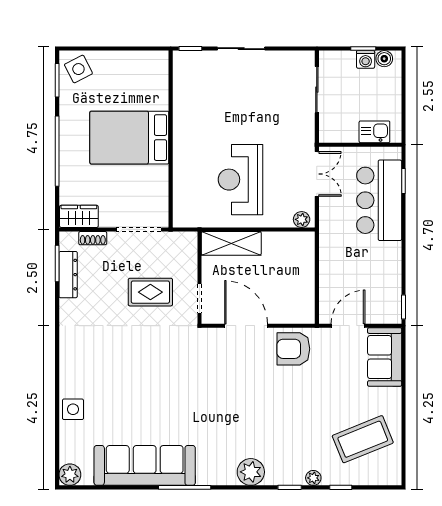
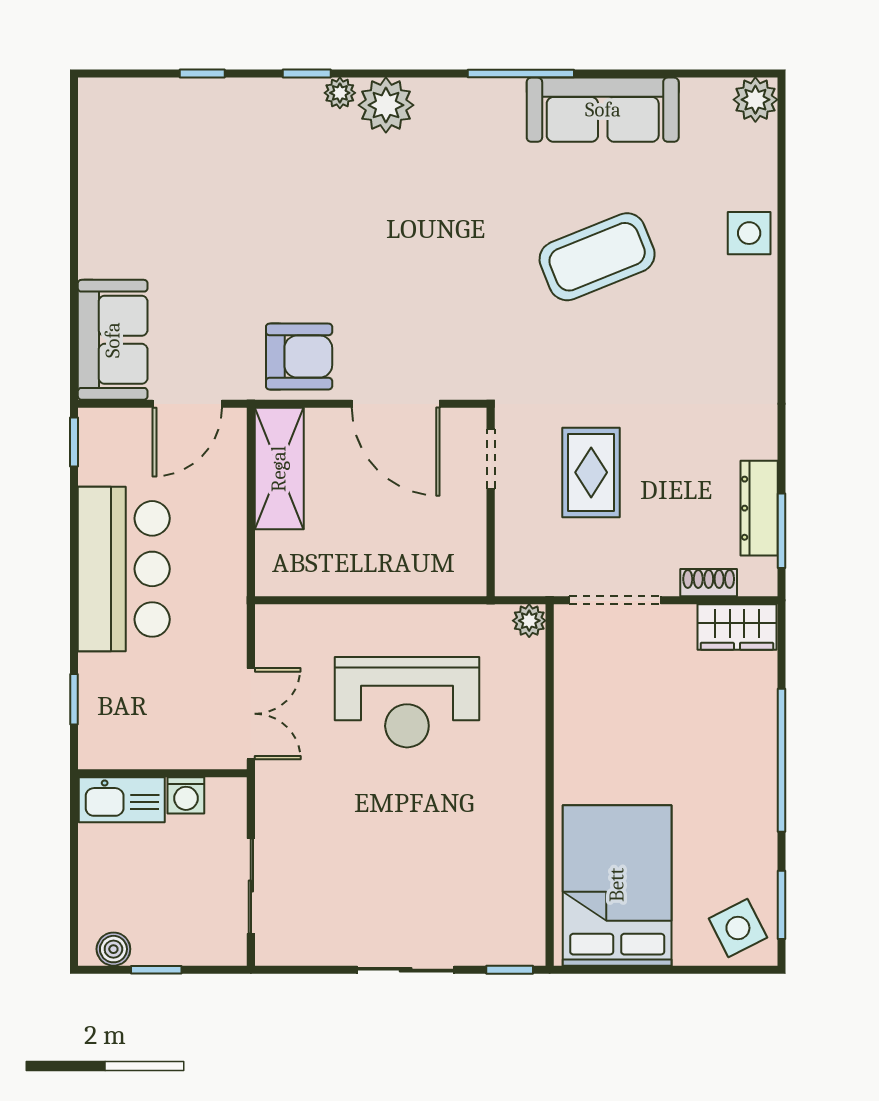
washing machine: (366, 59) -> (186, 795), moved, turned 180
kitchen sink: (374, 132) -> (122, 800), width x1.38
bed: (129, 138) -> (617, 885), moved, turned -90
double door: (317, 174) -> (251, 714), swing flipped
reception desk: (240, 180) -> (407, 702), turned 90
bar counter: (379, 200) -> (124, 569), moved
plant: (302, 219) -> (529, 621), moved
shelving: (231, 243) -> (279, 469), moved, turned 90
rug: (150, 292) -> (591, 472), turned 90
coffee table: (363, 439) -> (597, 257), moved
sofa: (145, 465) -> (603, 110), width x0.74, depth x0.79
plant: (313, 478) -> (340, 93), moved

